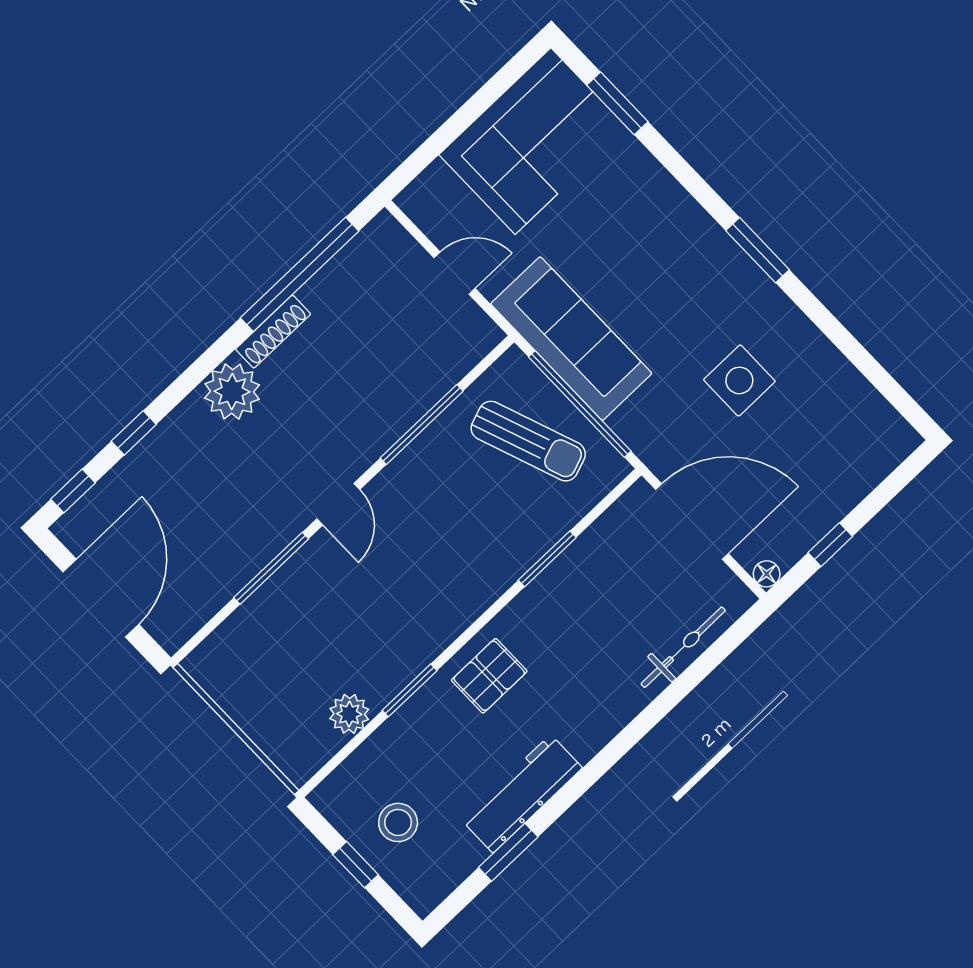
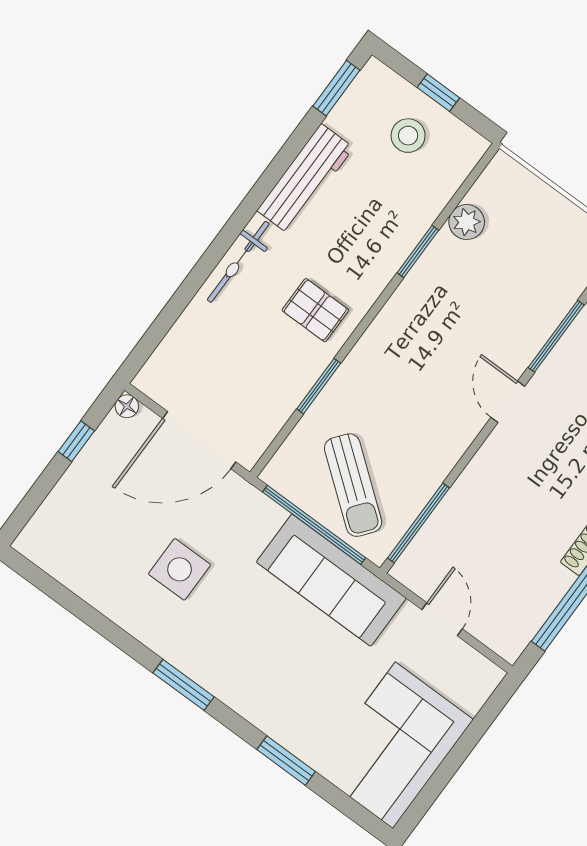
window: (617, 103) -> (286, 761), moved
door: (455, 273) -> (442, 619), swing flipped
window: (422, 424) -> (419, 523), moved
sun lounger: (528, 441) -> (353, 485), turned -122
bicycle: (683, 647) -> (238, 262), moved
pallet: (489, 676) -> (315, 310), moved, turned 90
window: (508, 852) -> (336, 88), moved

